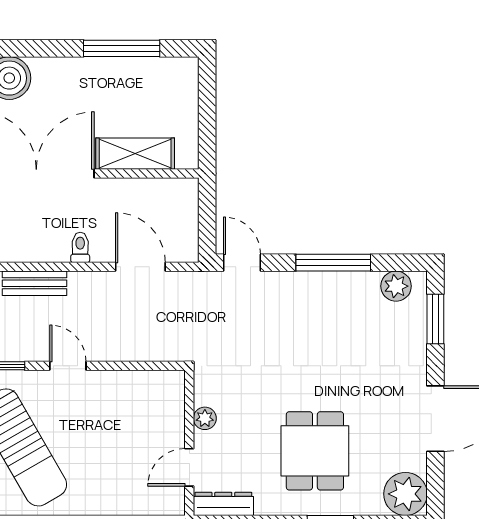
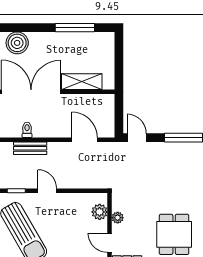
toilet: (80, 247) -> (27, 130), moved
plant: (170, 407) -> (100, 212), added
door: (189, 467) -> (110, 243), hinge flipped

